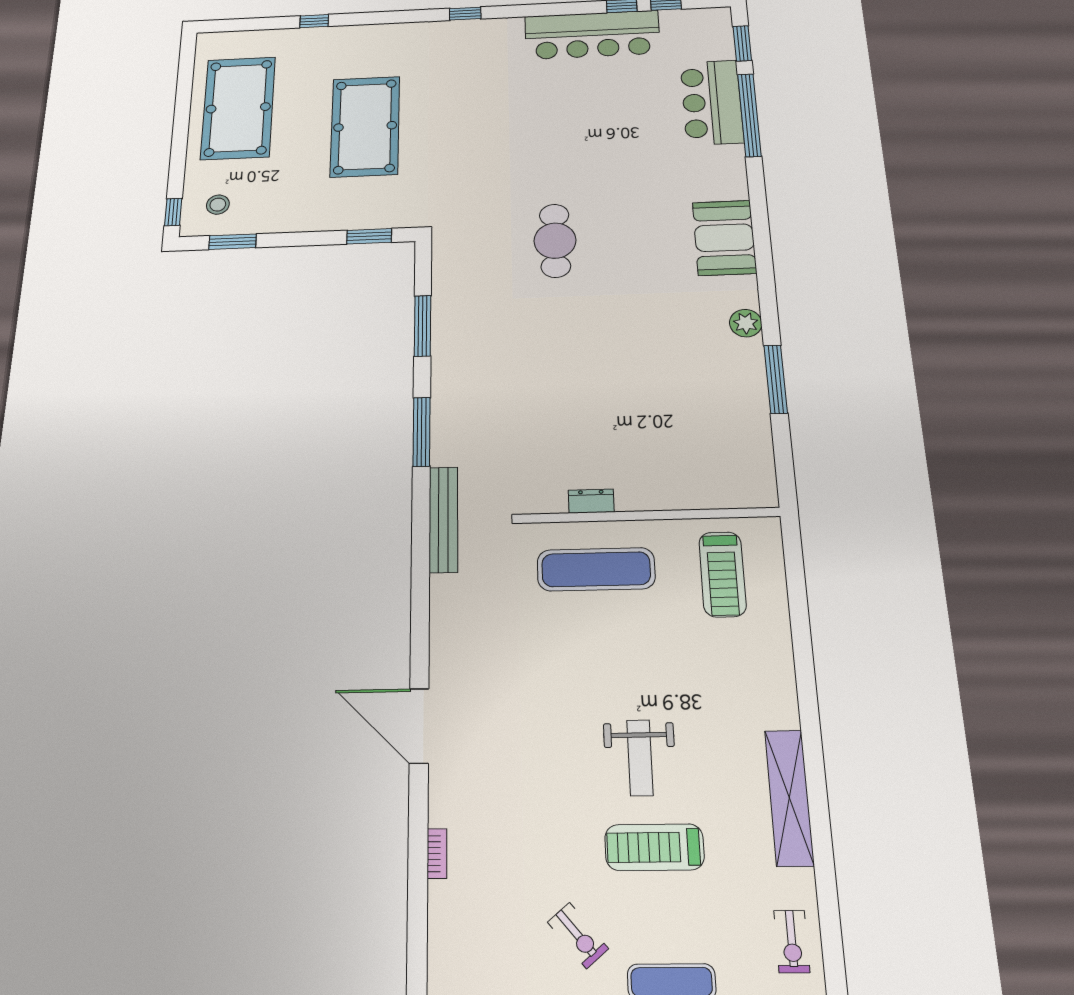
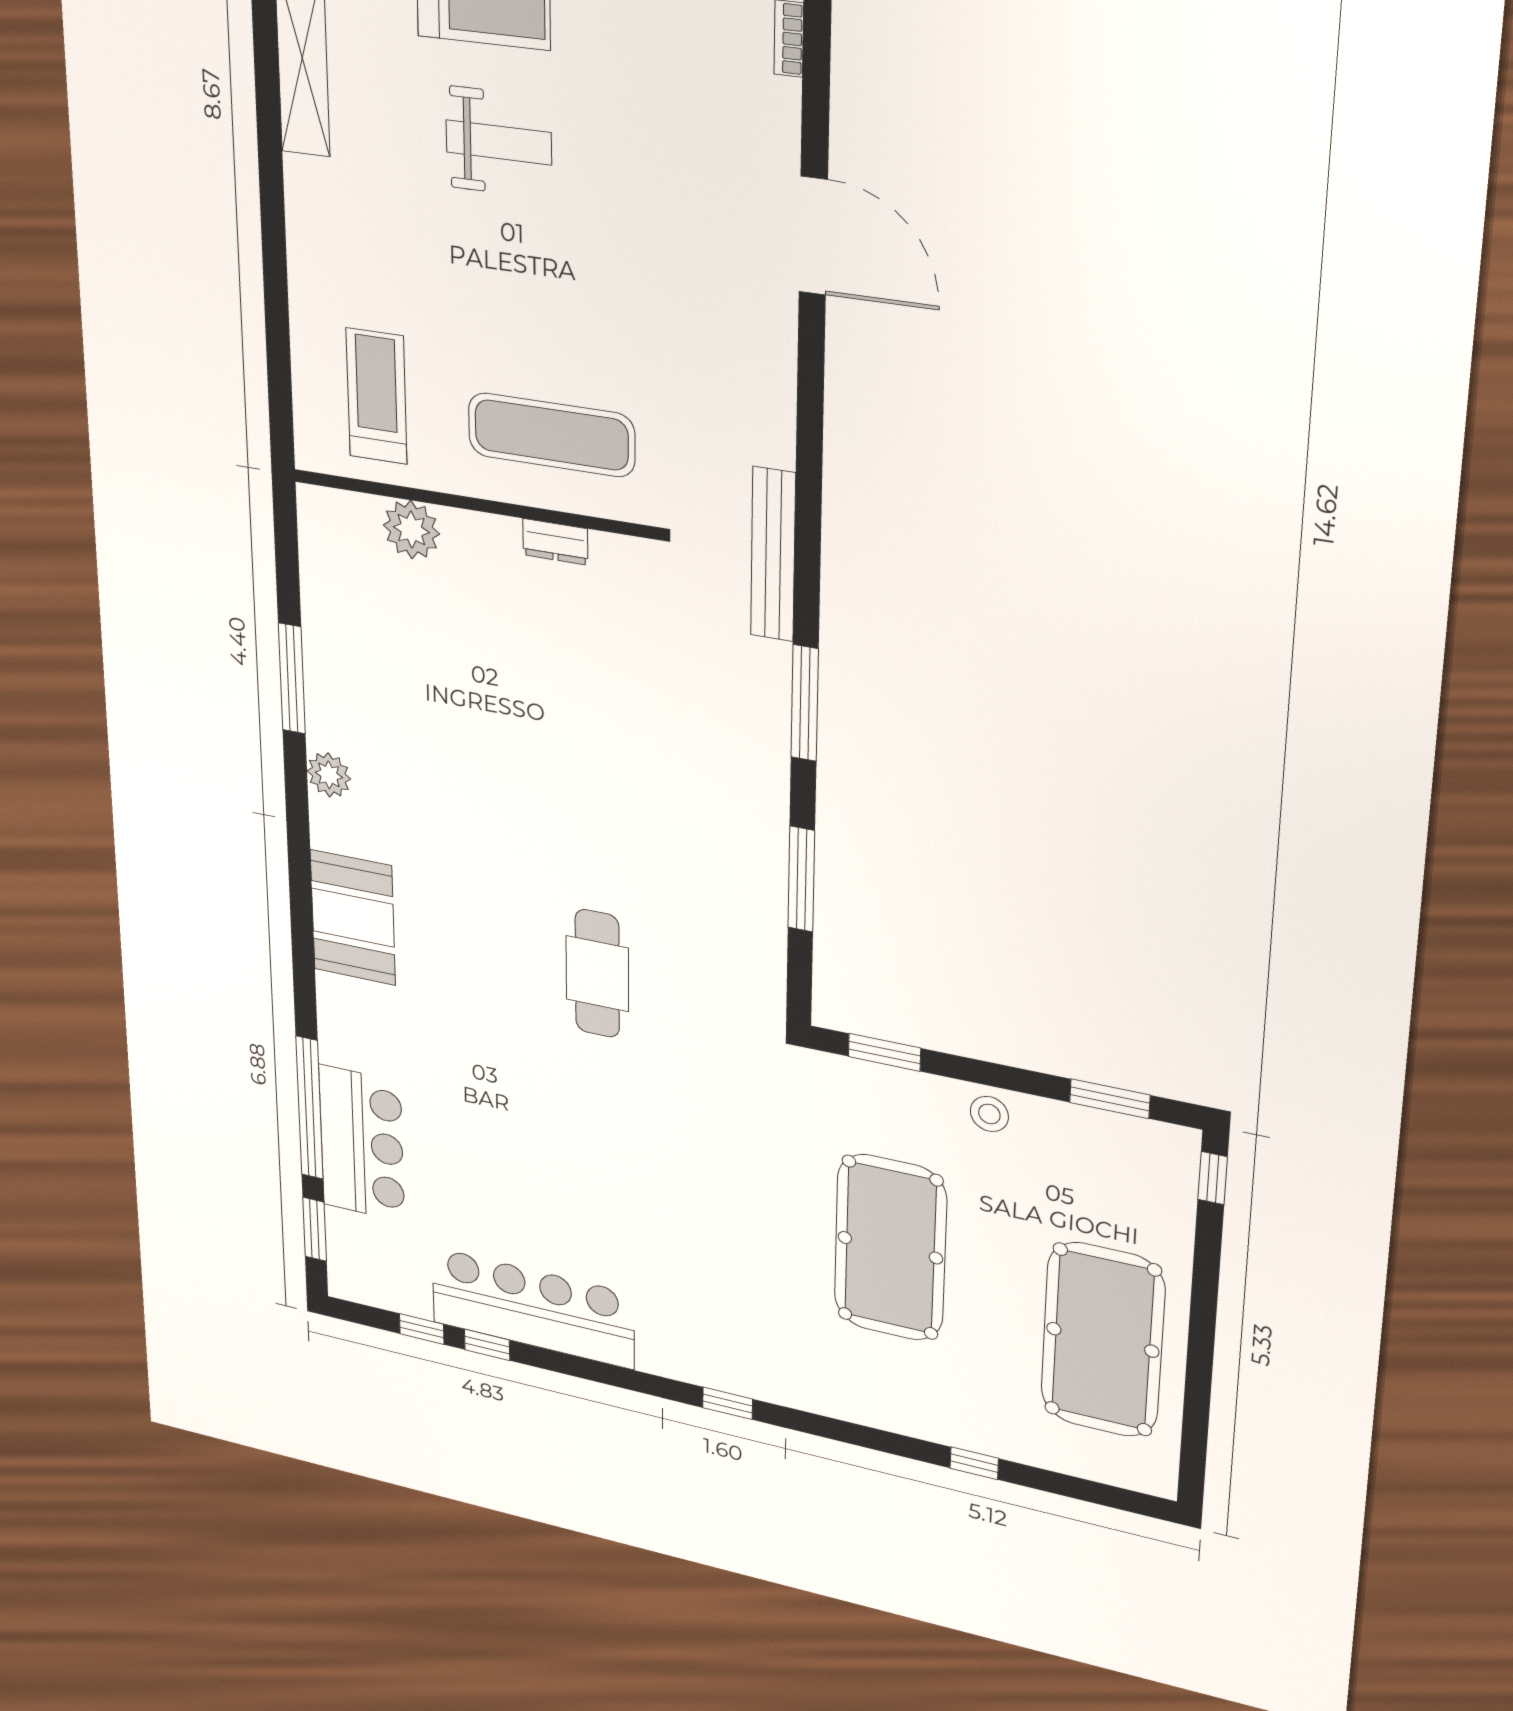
stool: (218, 205) -> (989, 1114), moved
plant: (693, 491) -> (411, 530), added
weight bench: (640, 758) -> (499, 142), turned 90

